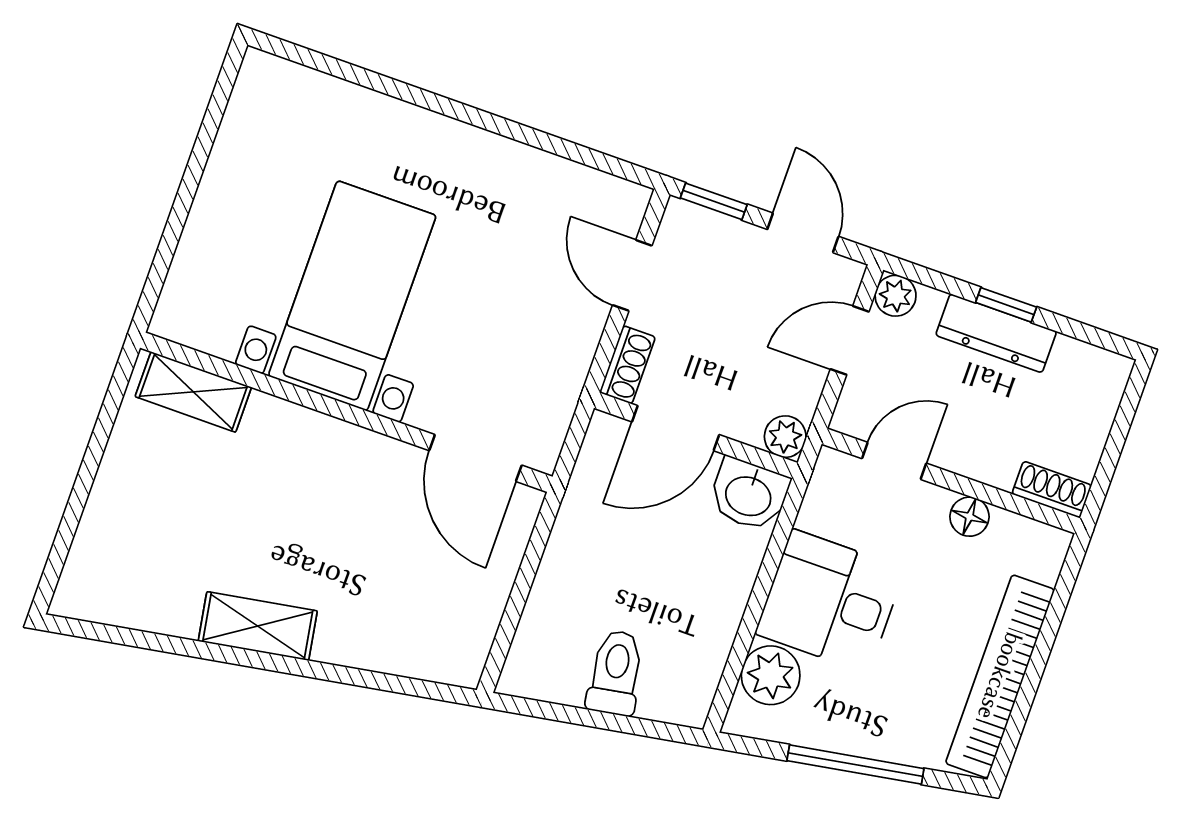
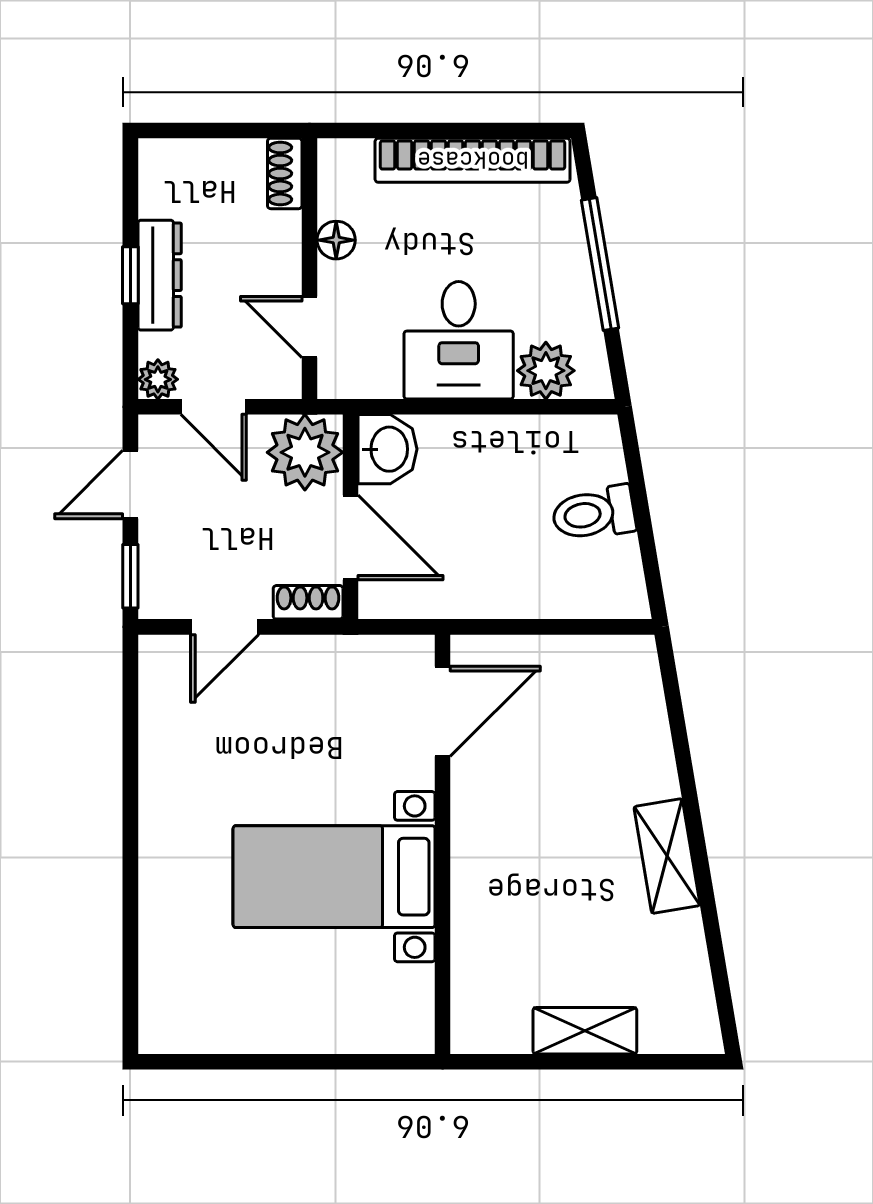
shelving: (193, 392) -> (585, 1031), moved, turned 90
plant: (785, 437) -> (305, 452), width x1.87, depth x1.87

